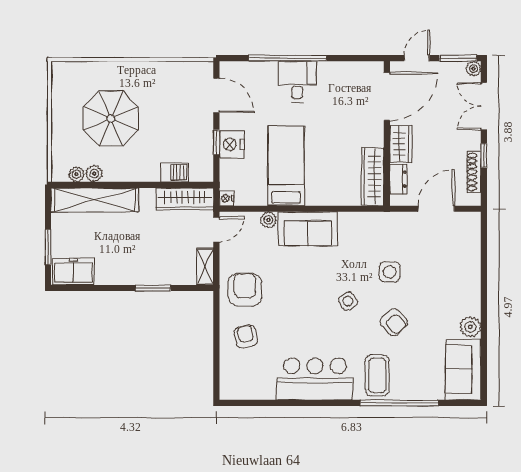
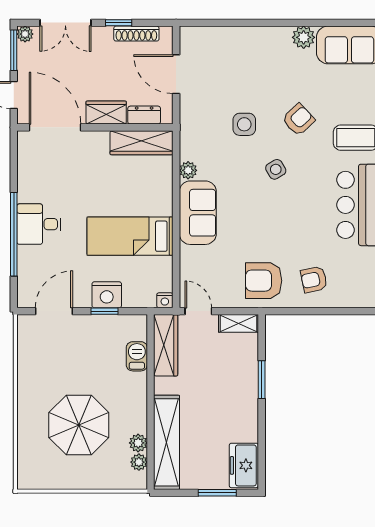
plant: (268, 220) -> (188, 170), moved

